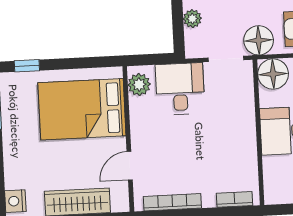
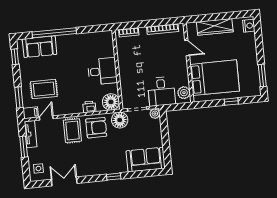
plant: (192, 19) -> (155, 114), moved
window: (27, 66) -> (231, 102), moved
door: (130, 166) -> (187, 48), hinge flipped

